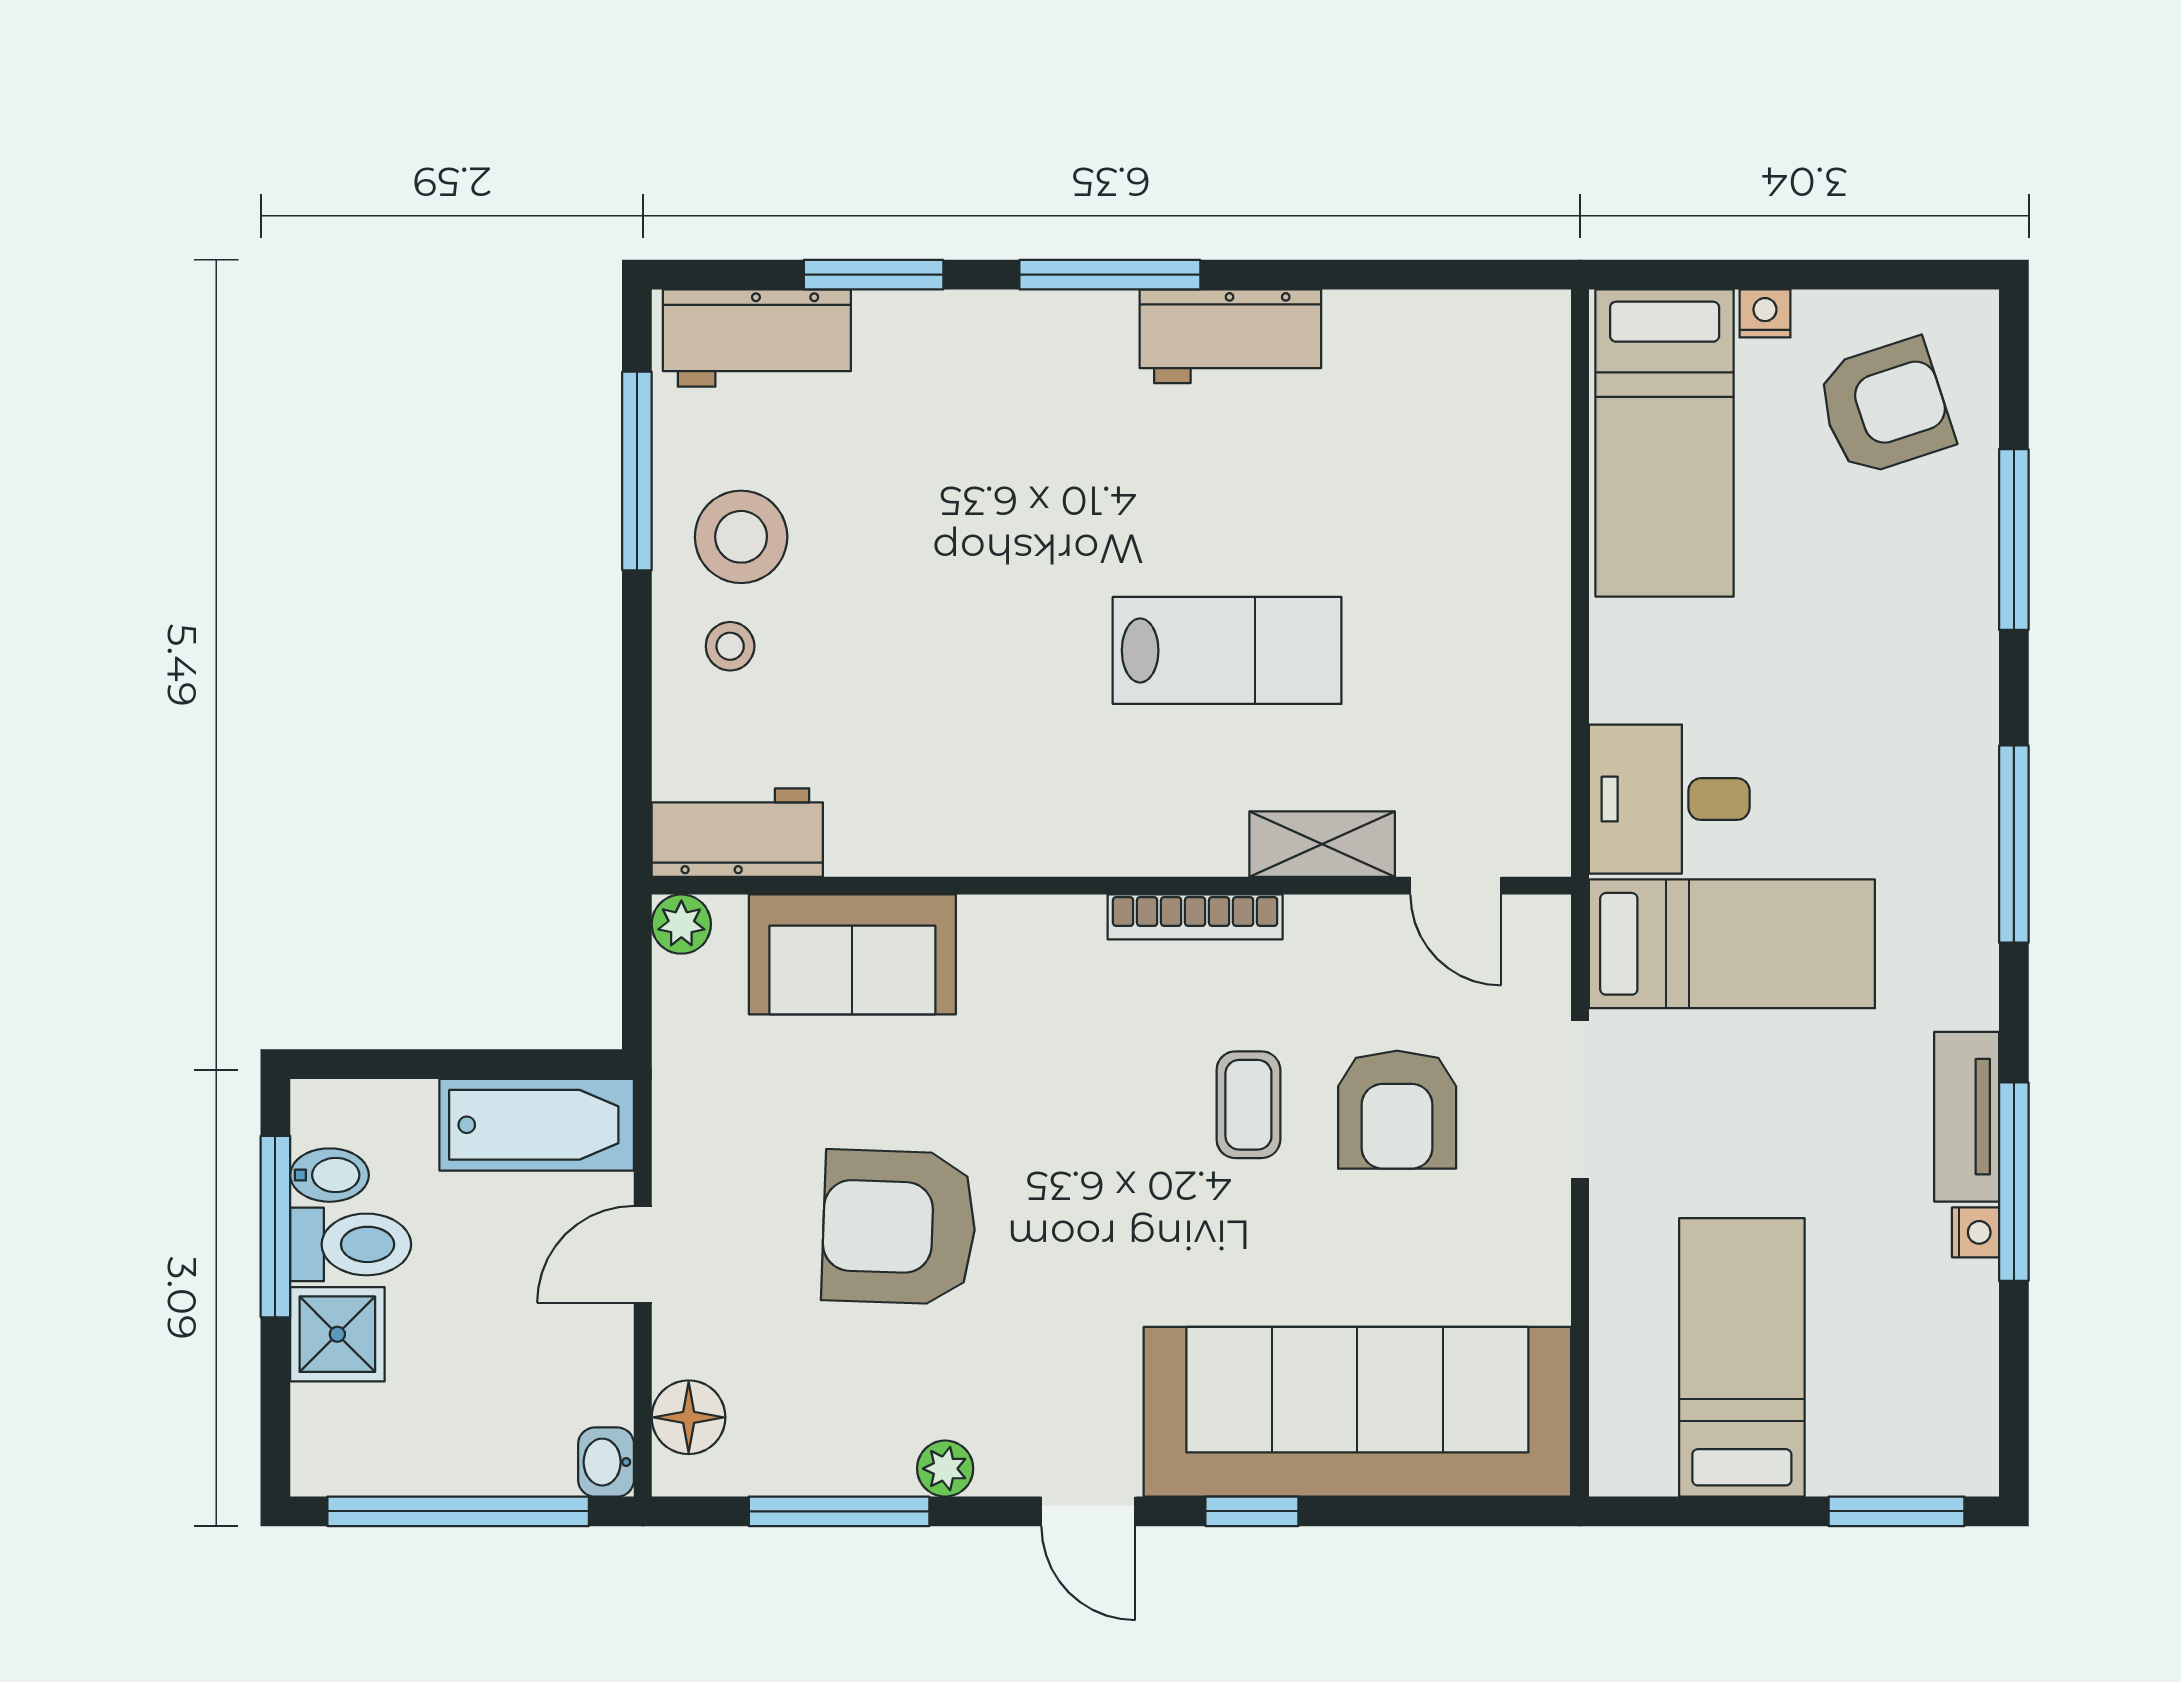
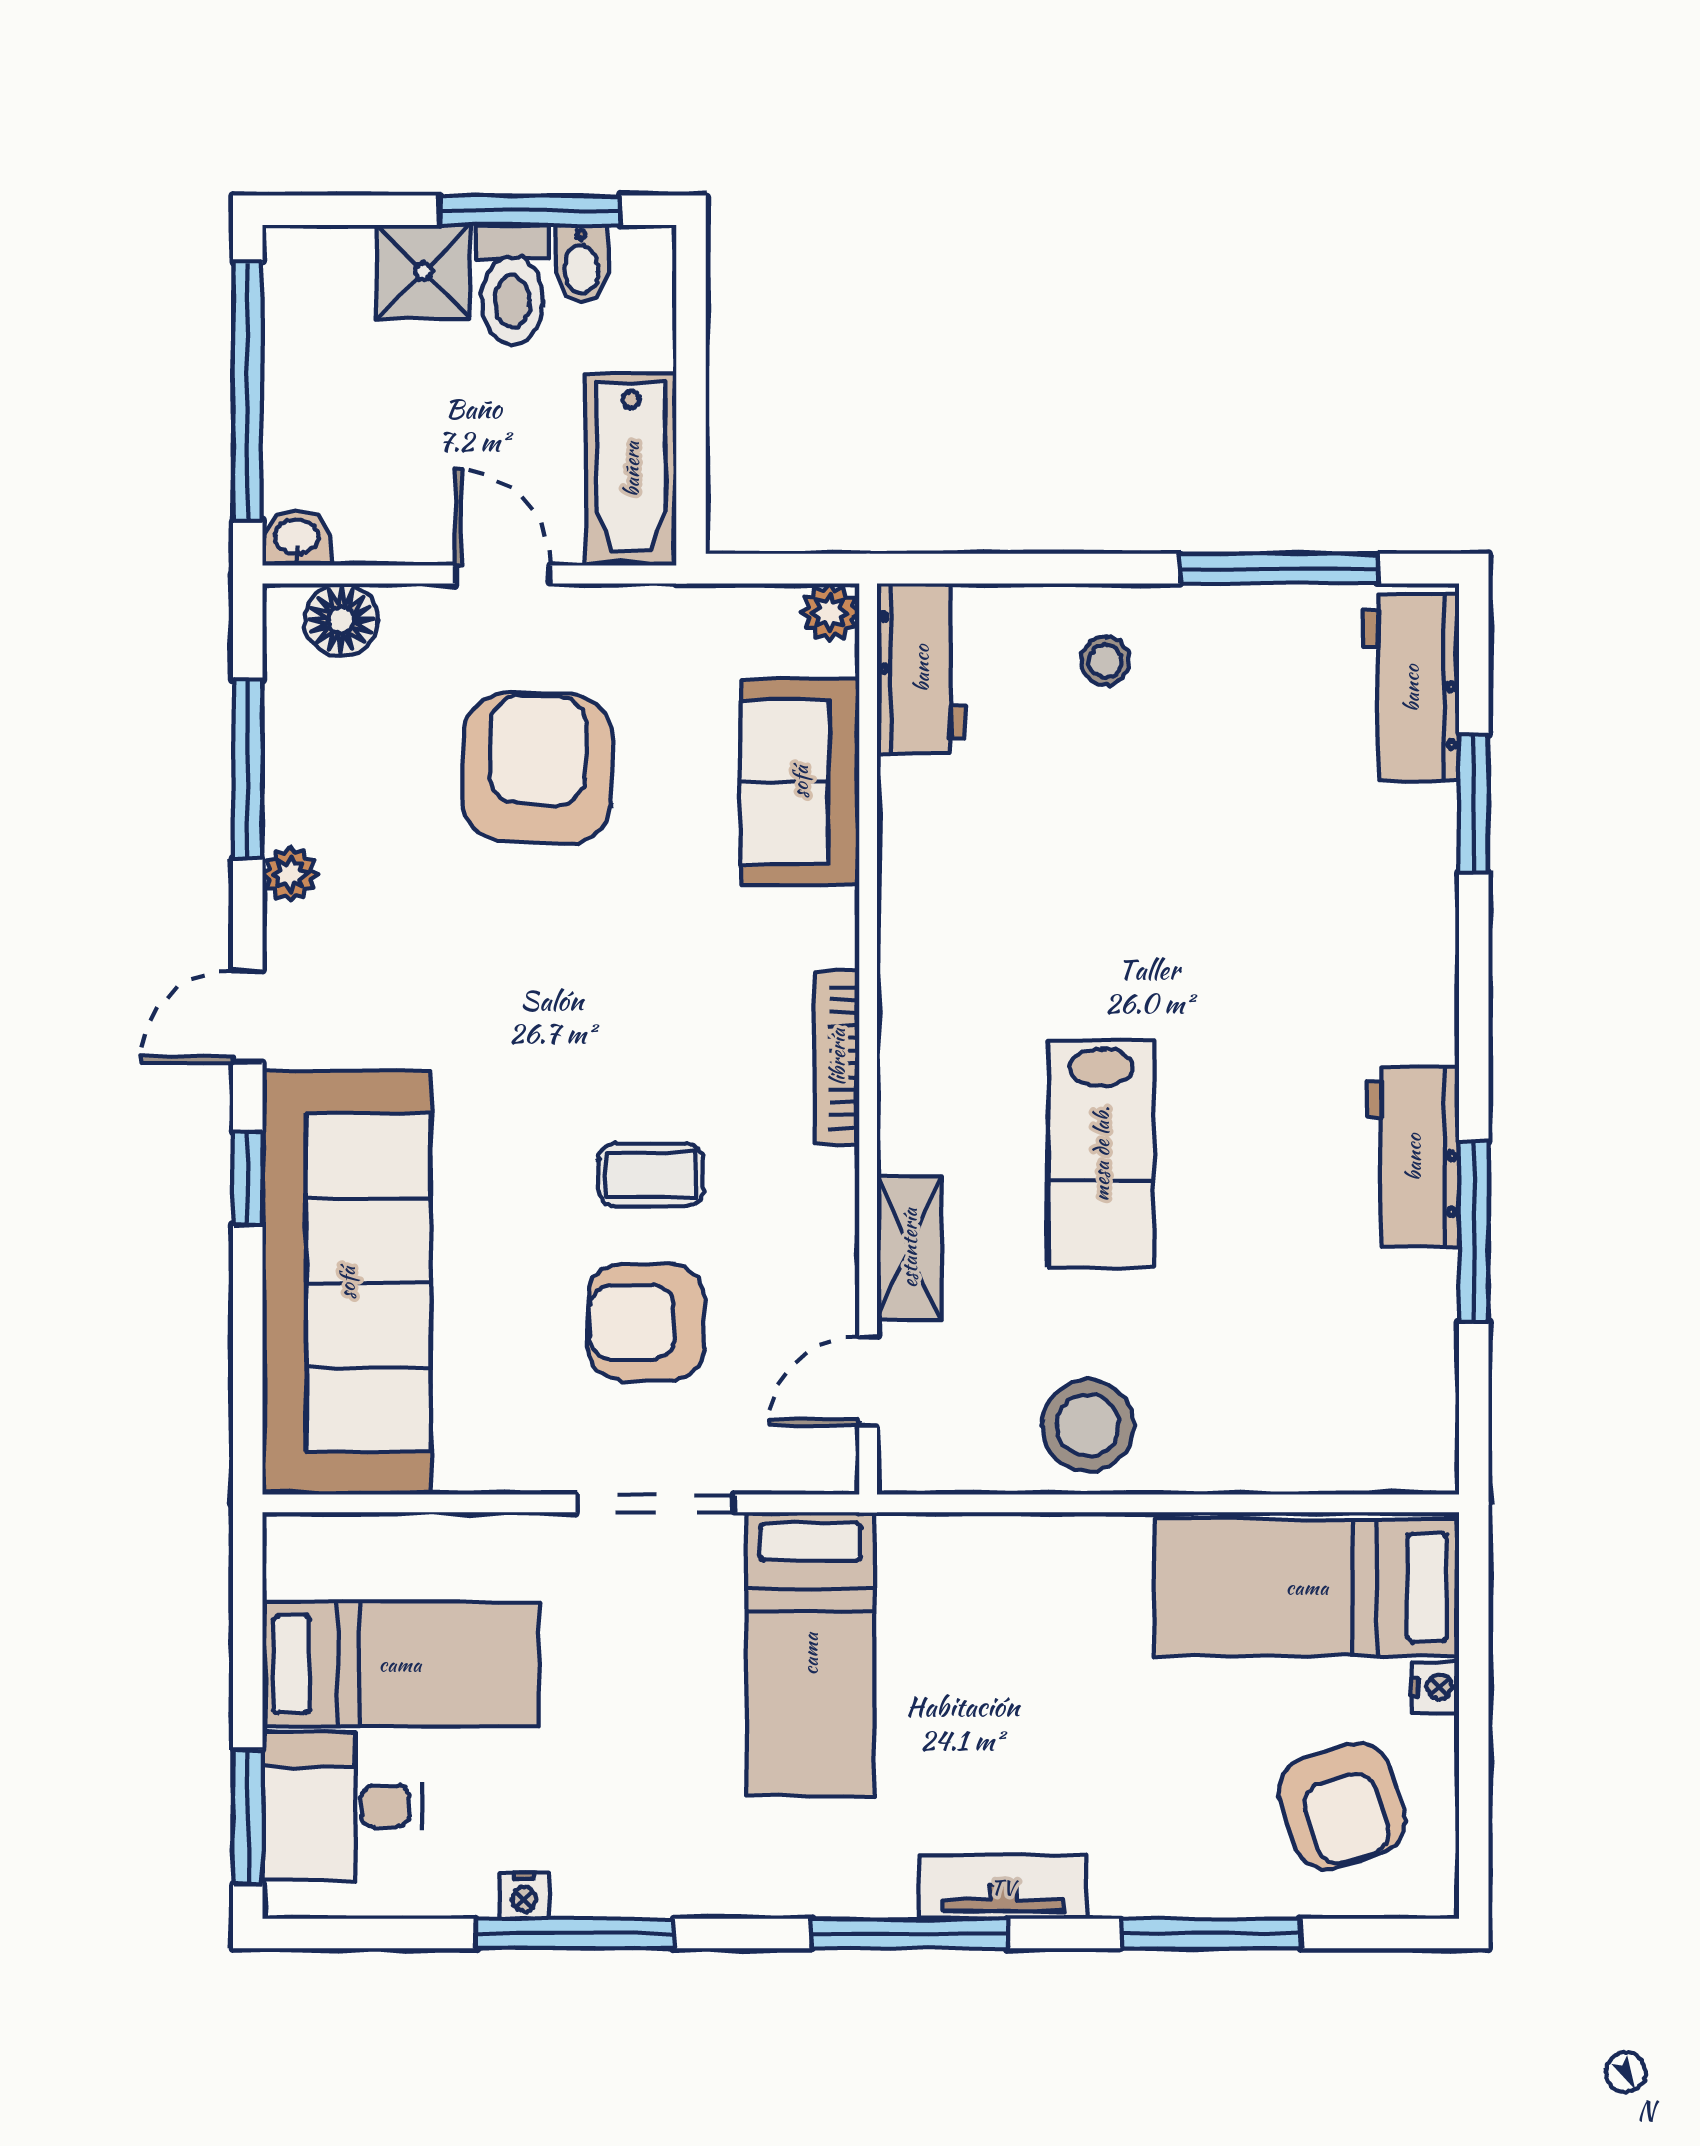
window: (1110, 275) -> (1474, 1232), moved
stool: (741, 537) -> (1088, 1426), moved
desk: (1669, 799) -> (342, 1806), moved, turned -90
bookcase: (1195, 917) -> (837, 1057), moved
tv unit: (1967, 1117) -> (1003, 1887), moved
armchair: (899, 1227) -> (537, 768), moved

